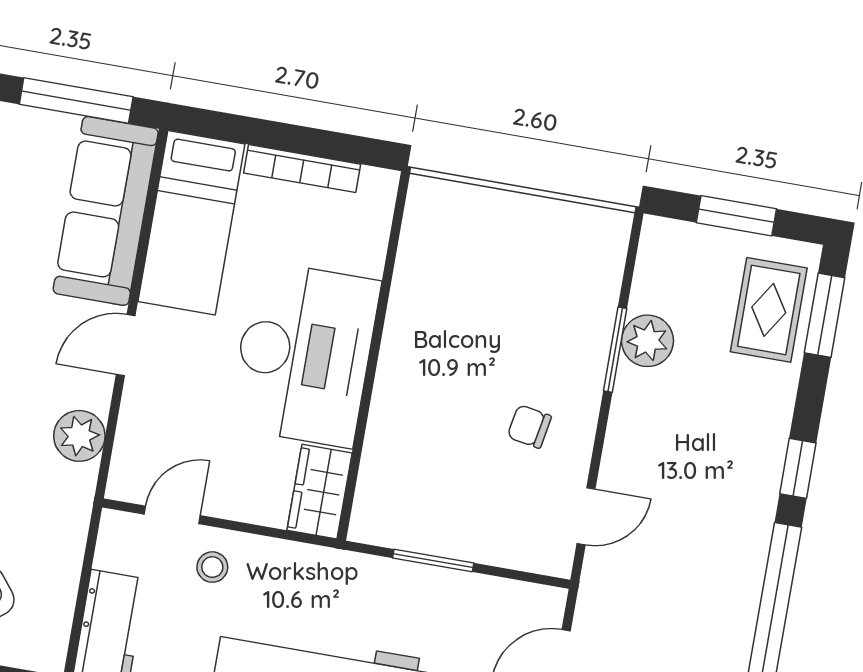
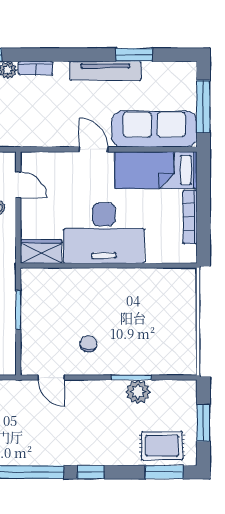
plant: (79, 436) -> (48, 135), removed

